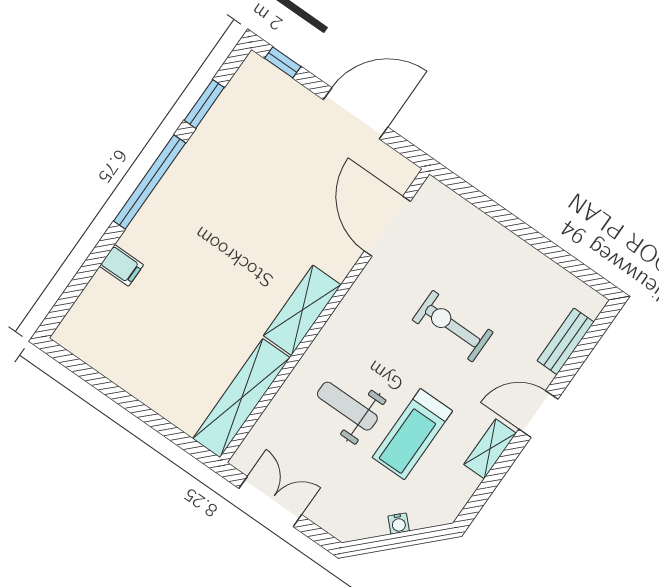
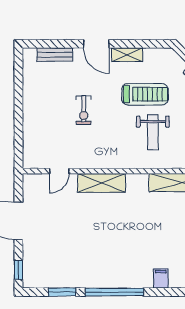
door: (387, 226) -> (59, 171), width x0.53
shelving: (302, 310) -> (102, 183), moved
exercise bike: (453, 326) -> (84, 110), width x0.73, depth x0.72

